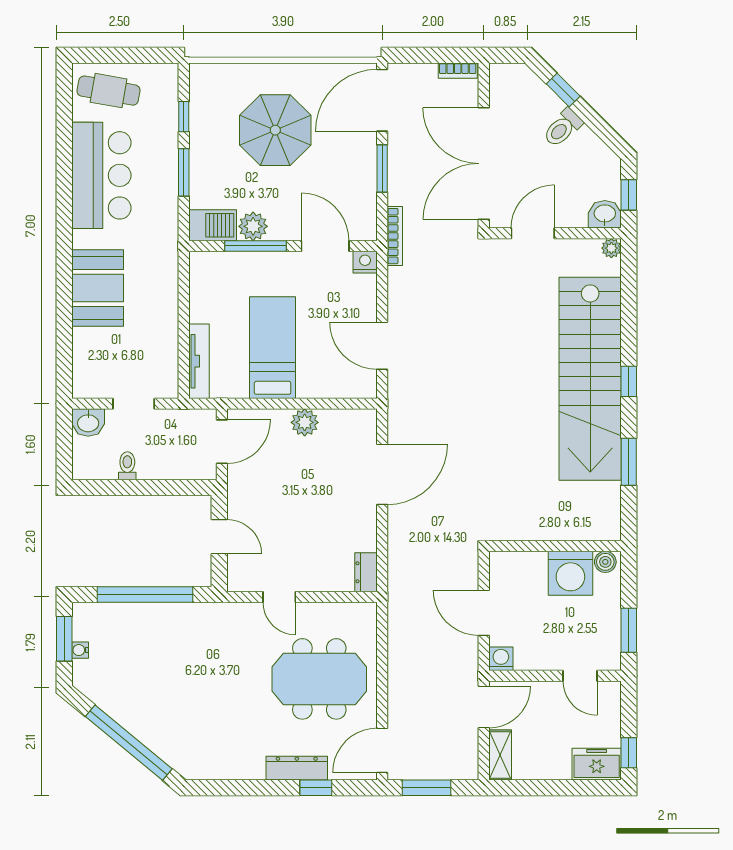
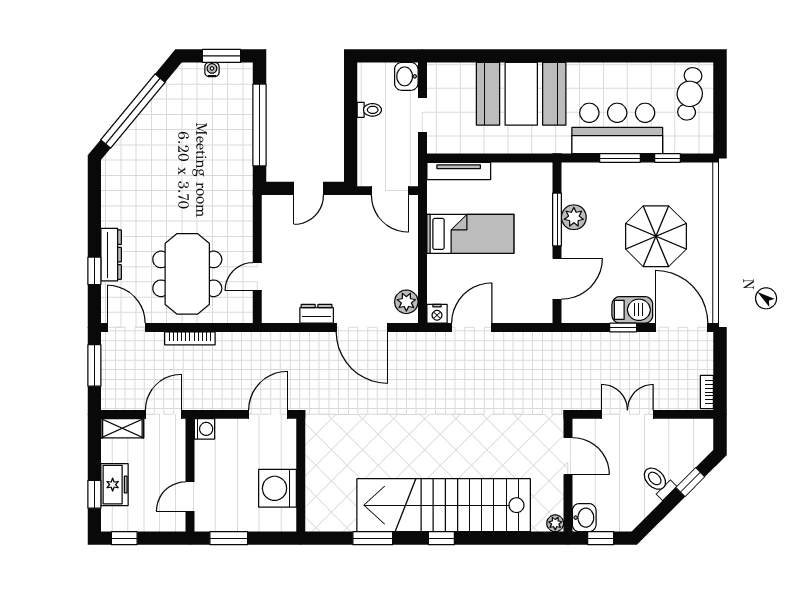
double door: (484, 164) -> (627, 414), width x0.54
window: (382, 169) -> (623, 327), width x0.67
bar counter: (101, 175) -> (617, 128), moved, turned 180
barbecue: (213, 225) -> (632, 310), moved, turned -90
bookcase: (395, 236) -> (190, 338), moved
nightstand: (365, 262) -> (437, 314), moved, turned 90
booth: (98, 288) -> (521, 94), width x1.36, depth x1.42
plant: (305, 422) -> (406, 302), moved
boiler: (605, 562) -> (287, 518), removed
dresser: (366, 572) -> (317, 314), moved
door: (279, 597) -> (257, 277), moved
door: (484, 613) -> (268, 414), moved
door: (484, 707) -> (163, 414), swing flipped
freezer: (597, 764) -> (115, 485), moved
window: (577, 788) -> (94, 494), added

